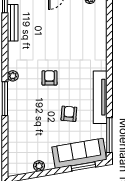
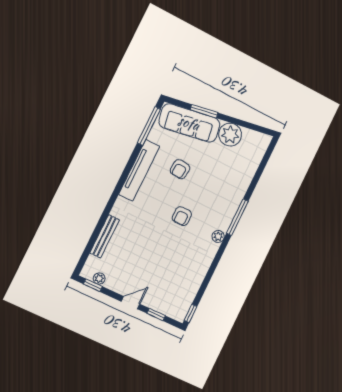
bench: (13, 23) -> (105, 236), moved
plant: (39, 166) -> (230, 135), width x1.88, depth x1.88
window: (83, 166) -> (204, 111), moved

